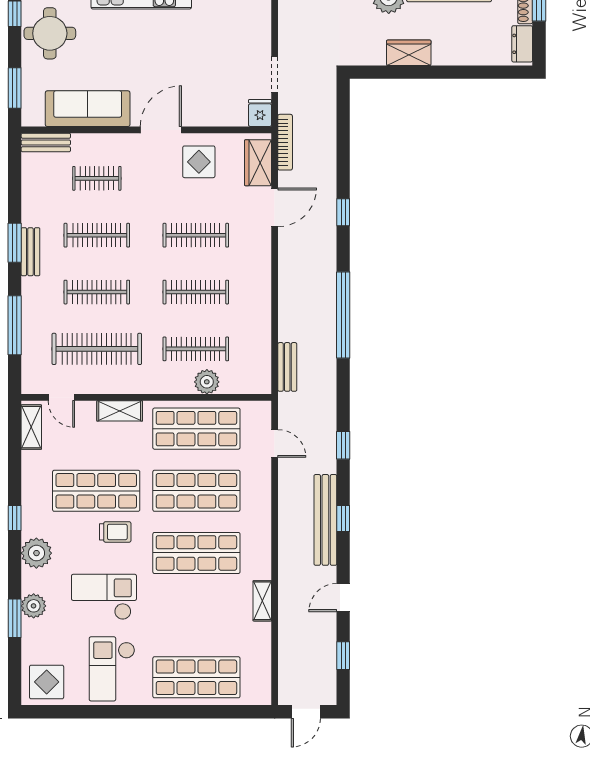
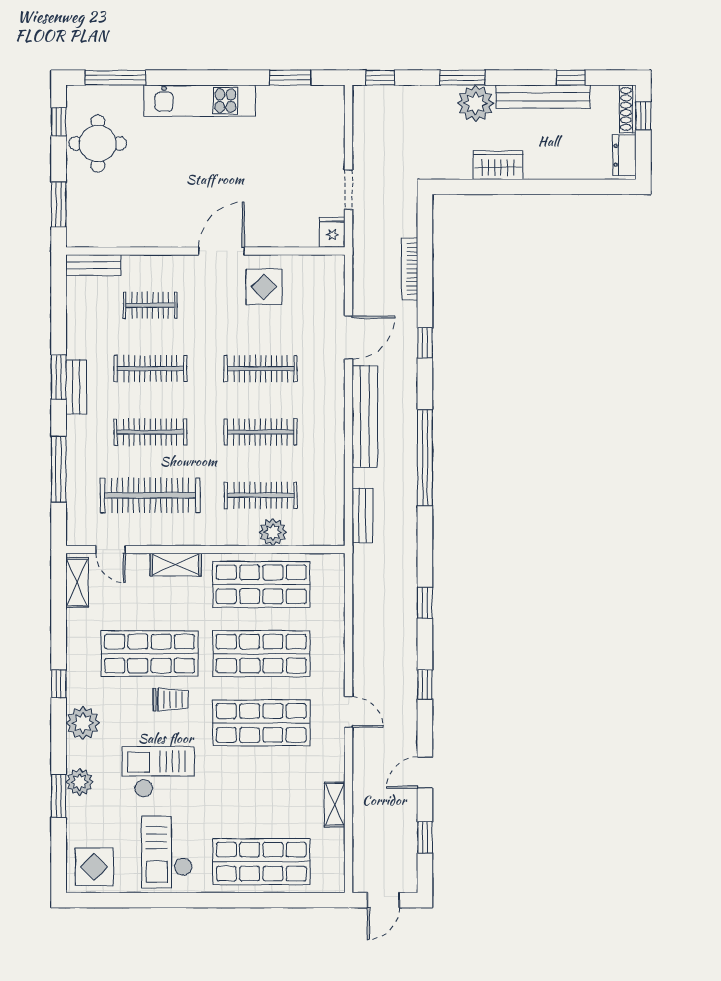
sofa: (88, 109) -> (140, 227), removed
bookcase: (285, 142) -> (410, 269), moved, turned 180
wardrobe: (258, 163) -> (330, 288), removed
door: (275, 443) -> (349, 712), moved
bench: (325, 520) -> (365, 416), moved
shelving: (262, 601) -> (335, 805), moved

